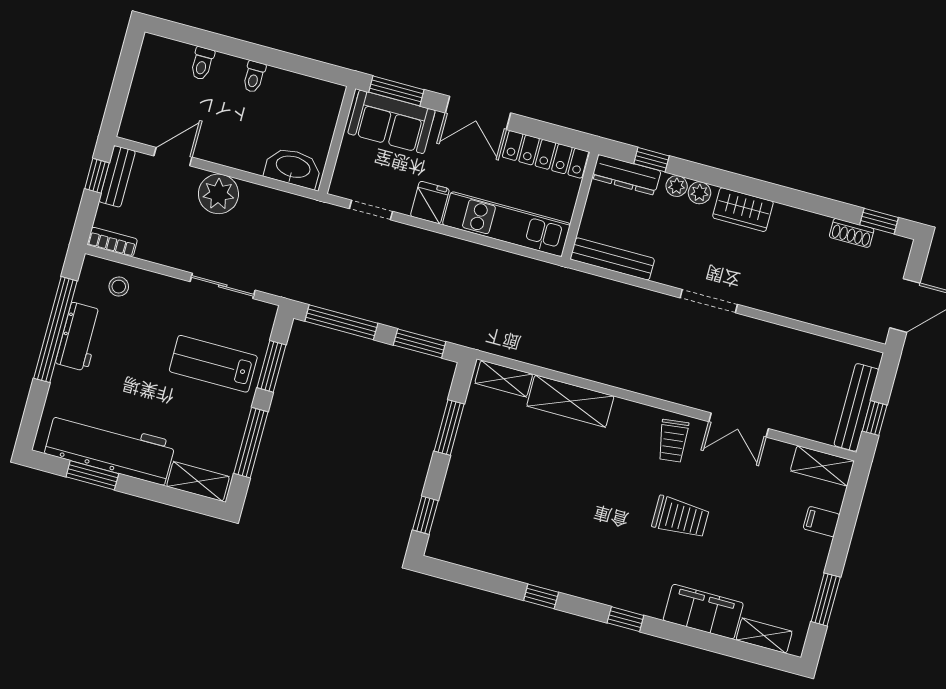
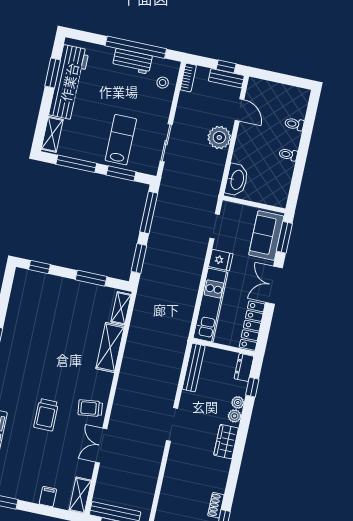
dresser: (626, 175) -> (244, 367), width x0.70

